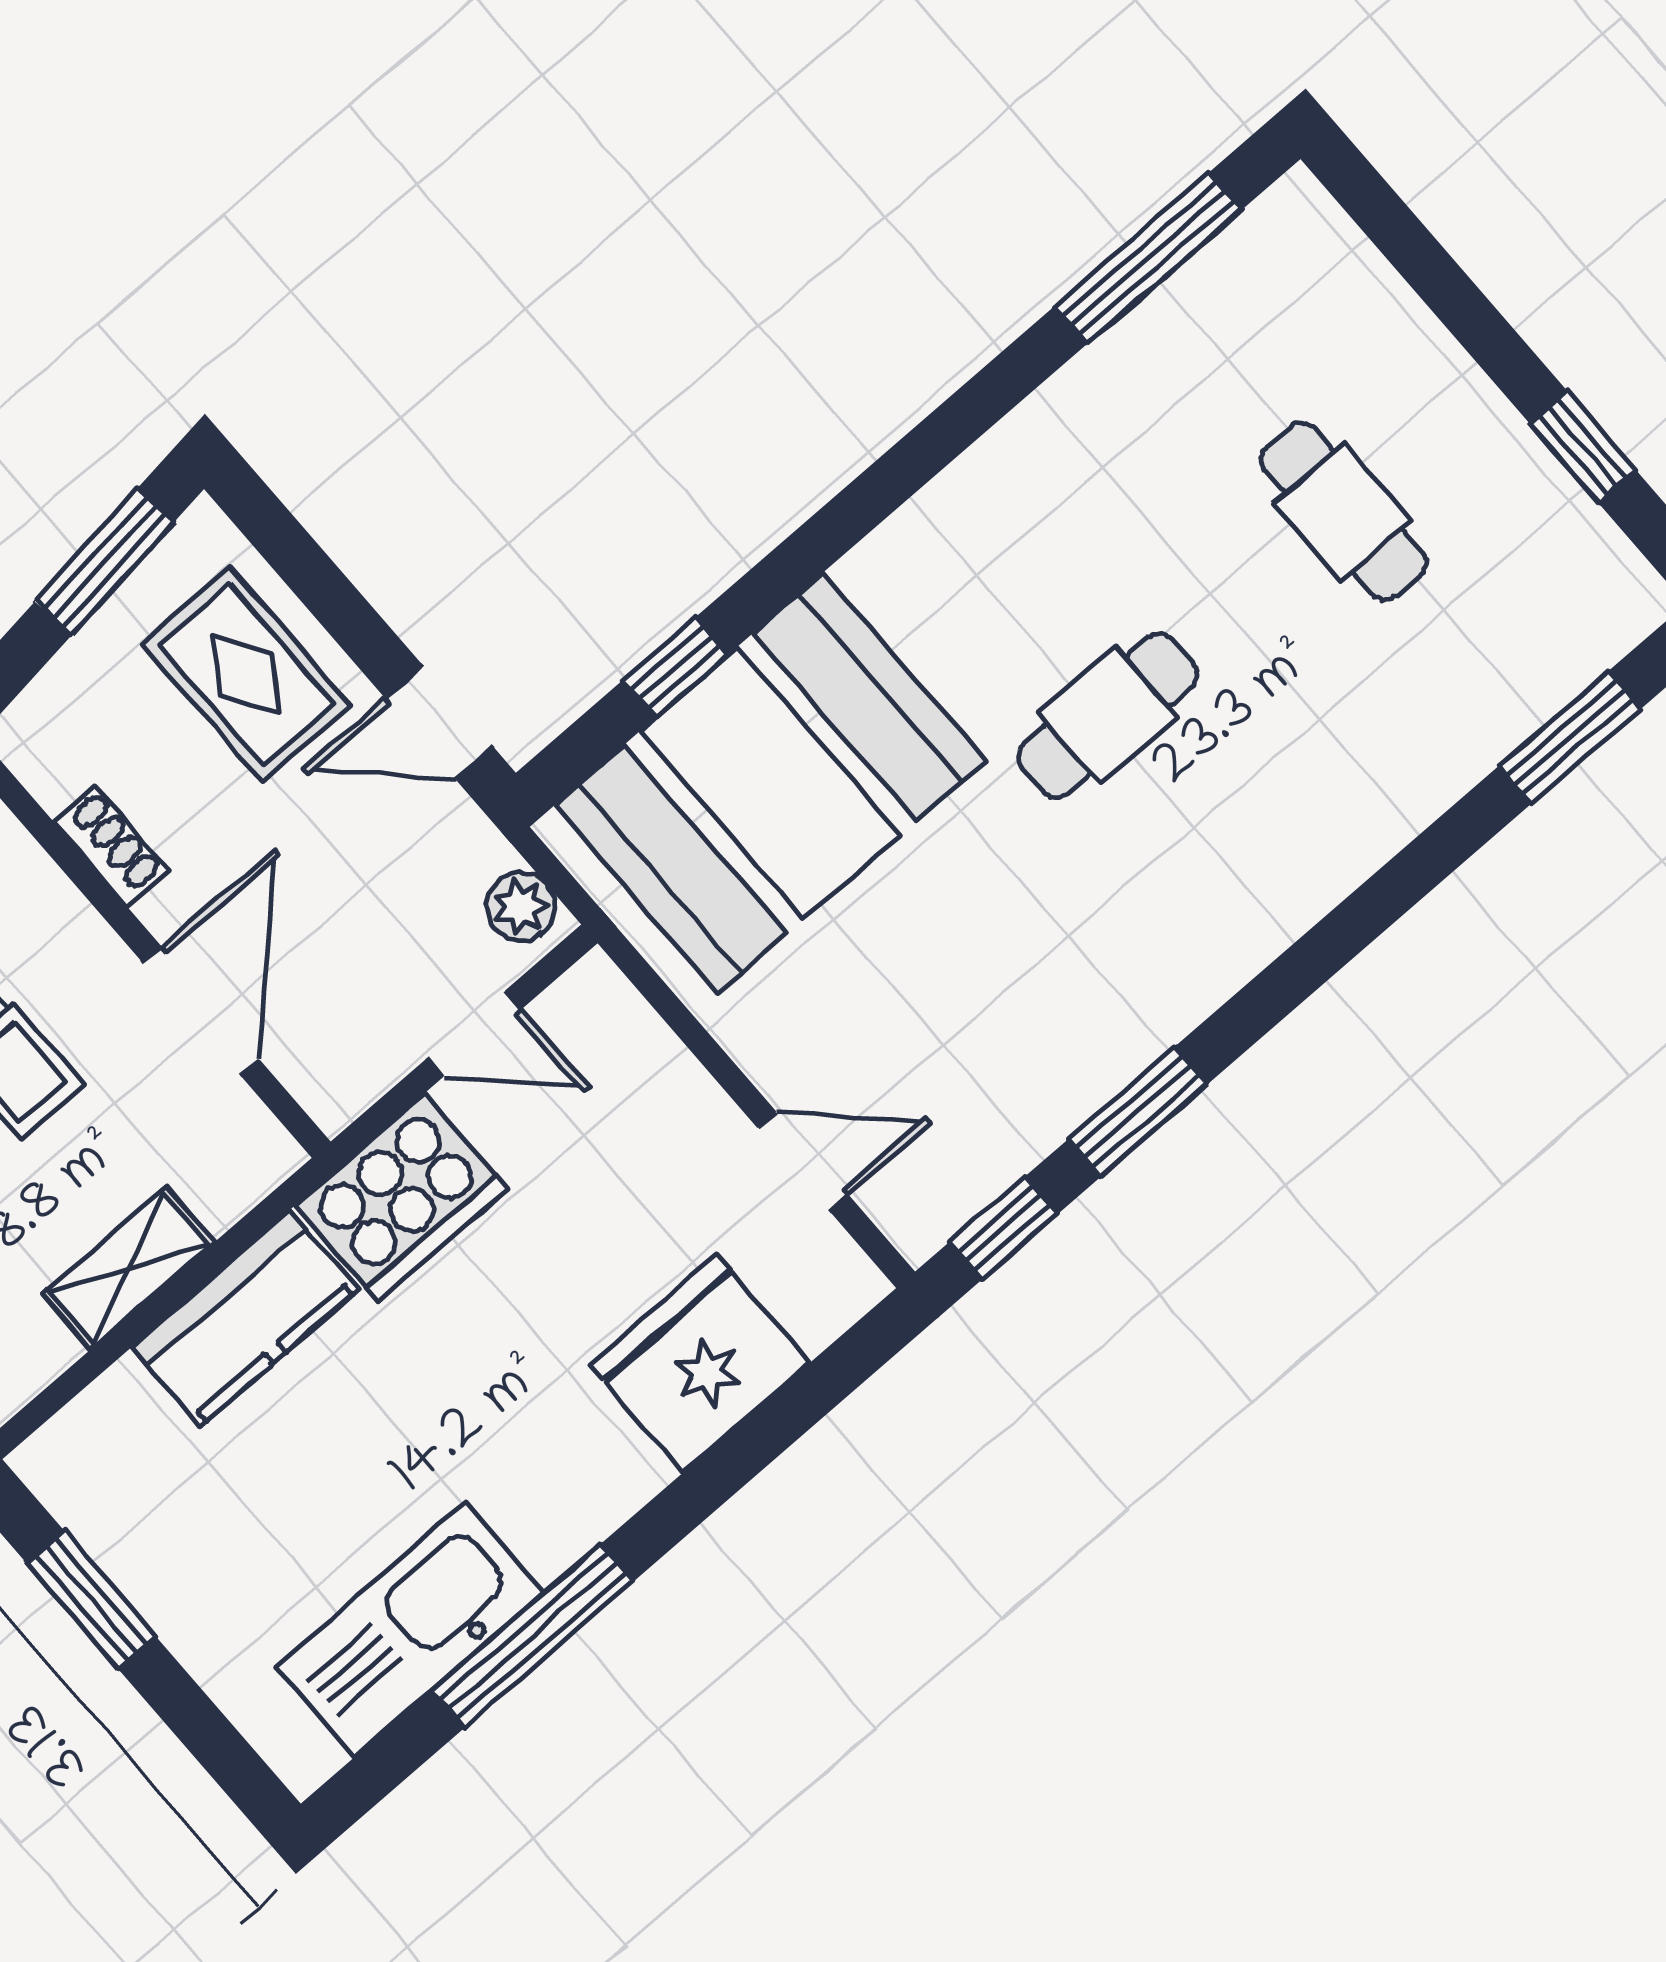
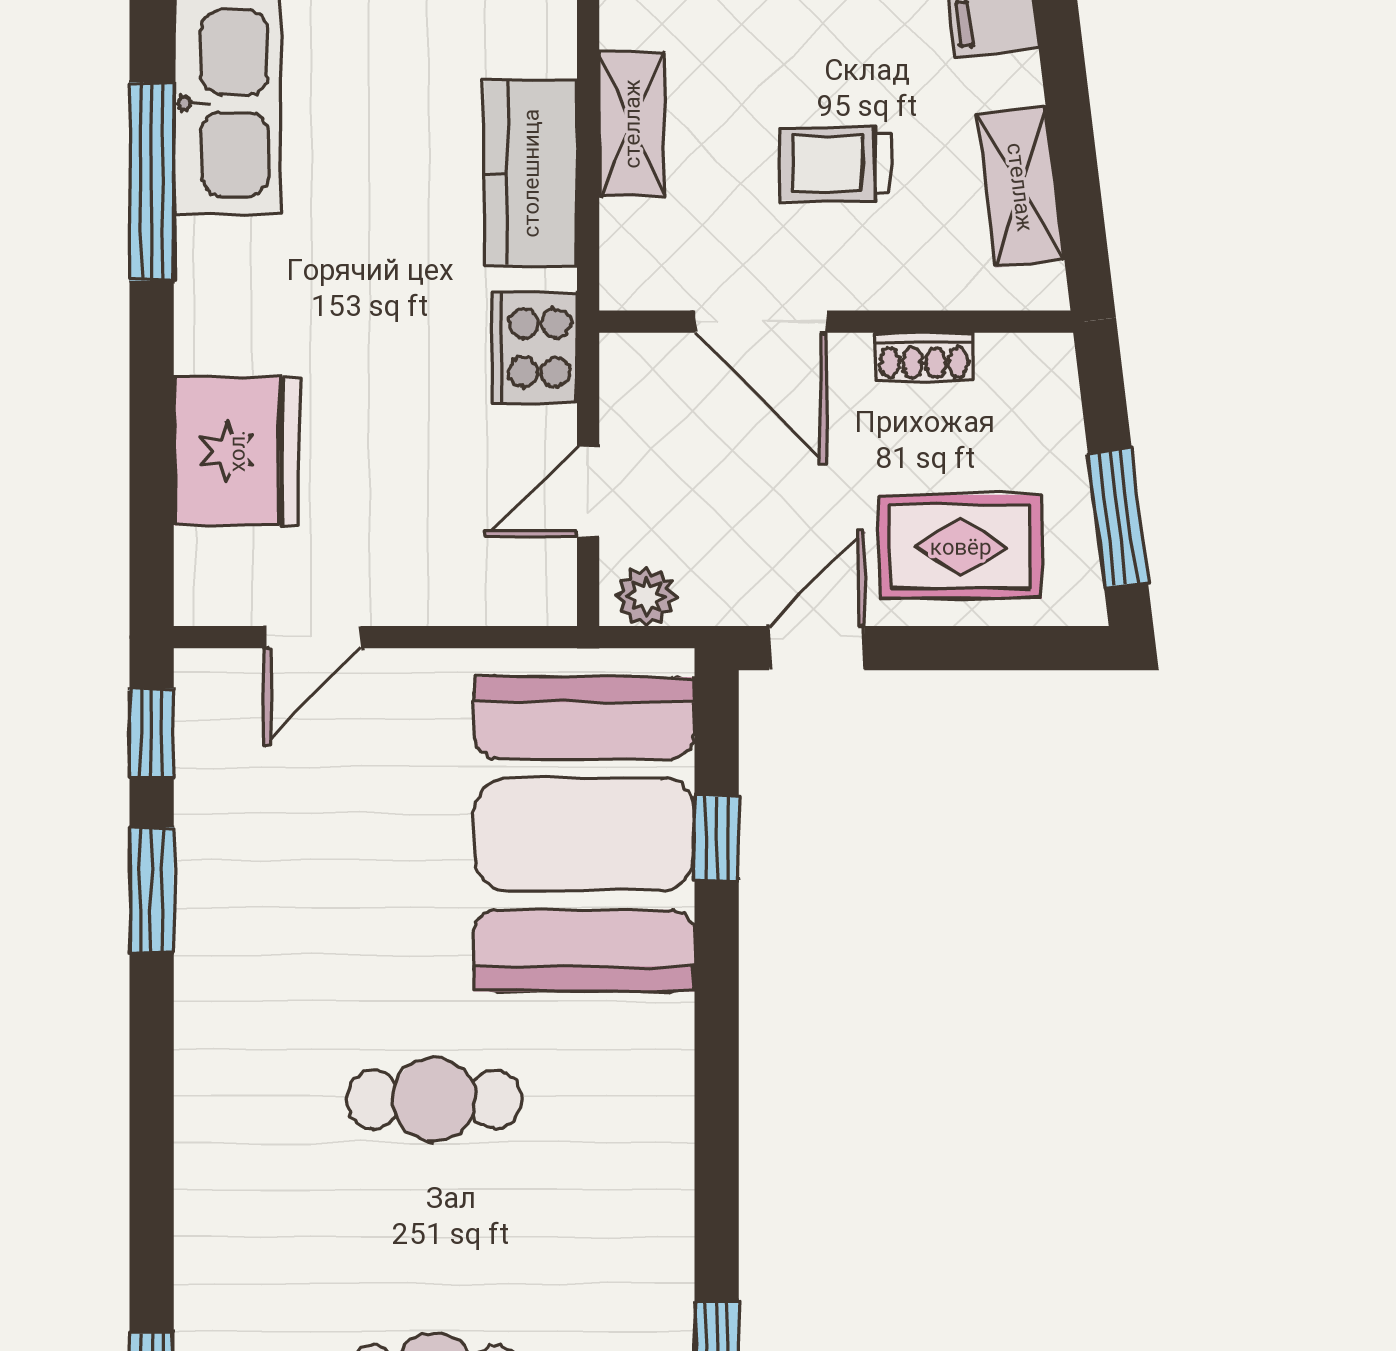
cafe table: (1108, 715) -> (434, 1099), turned 90
cooker: (401, 1197) -> (534, 348), width x0.73, depth x0.76

